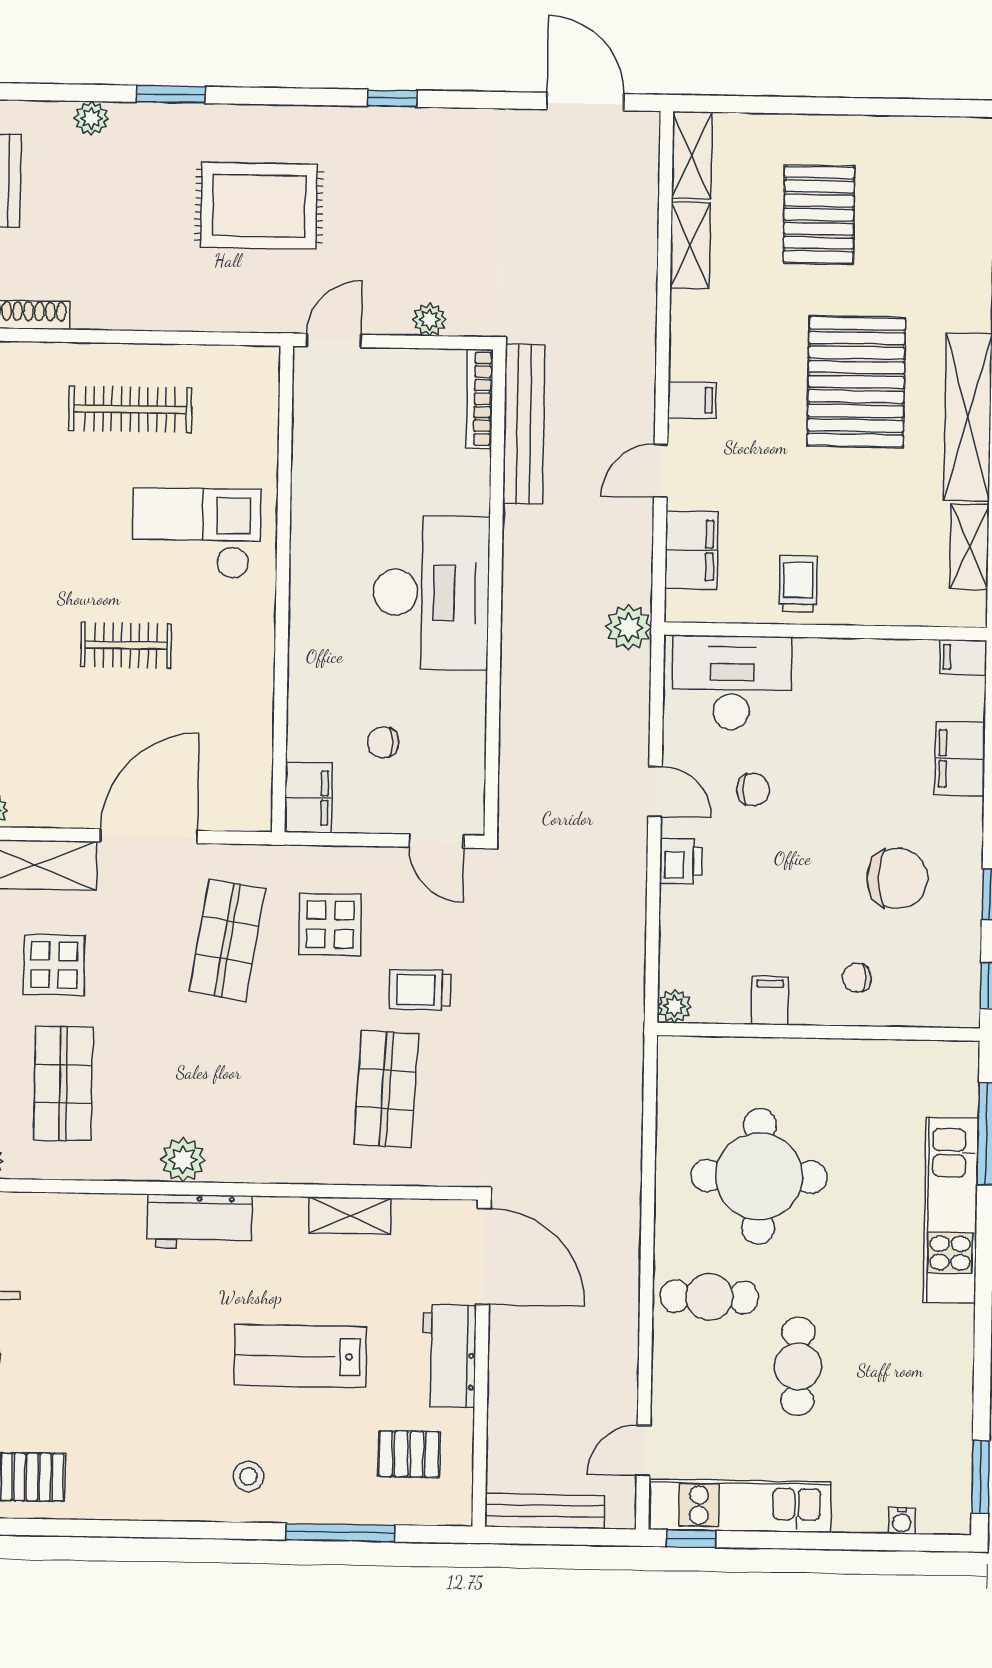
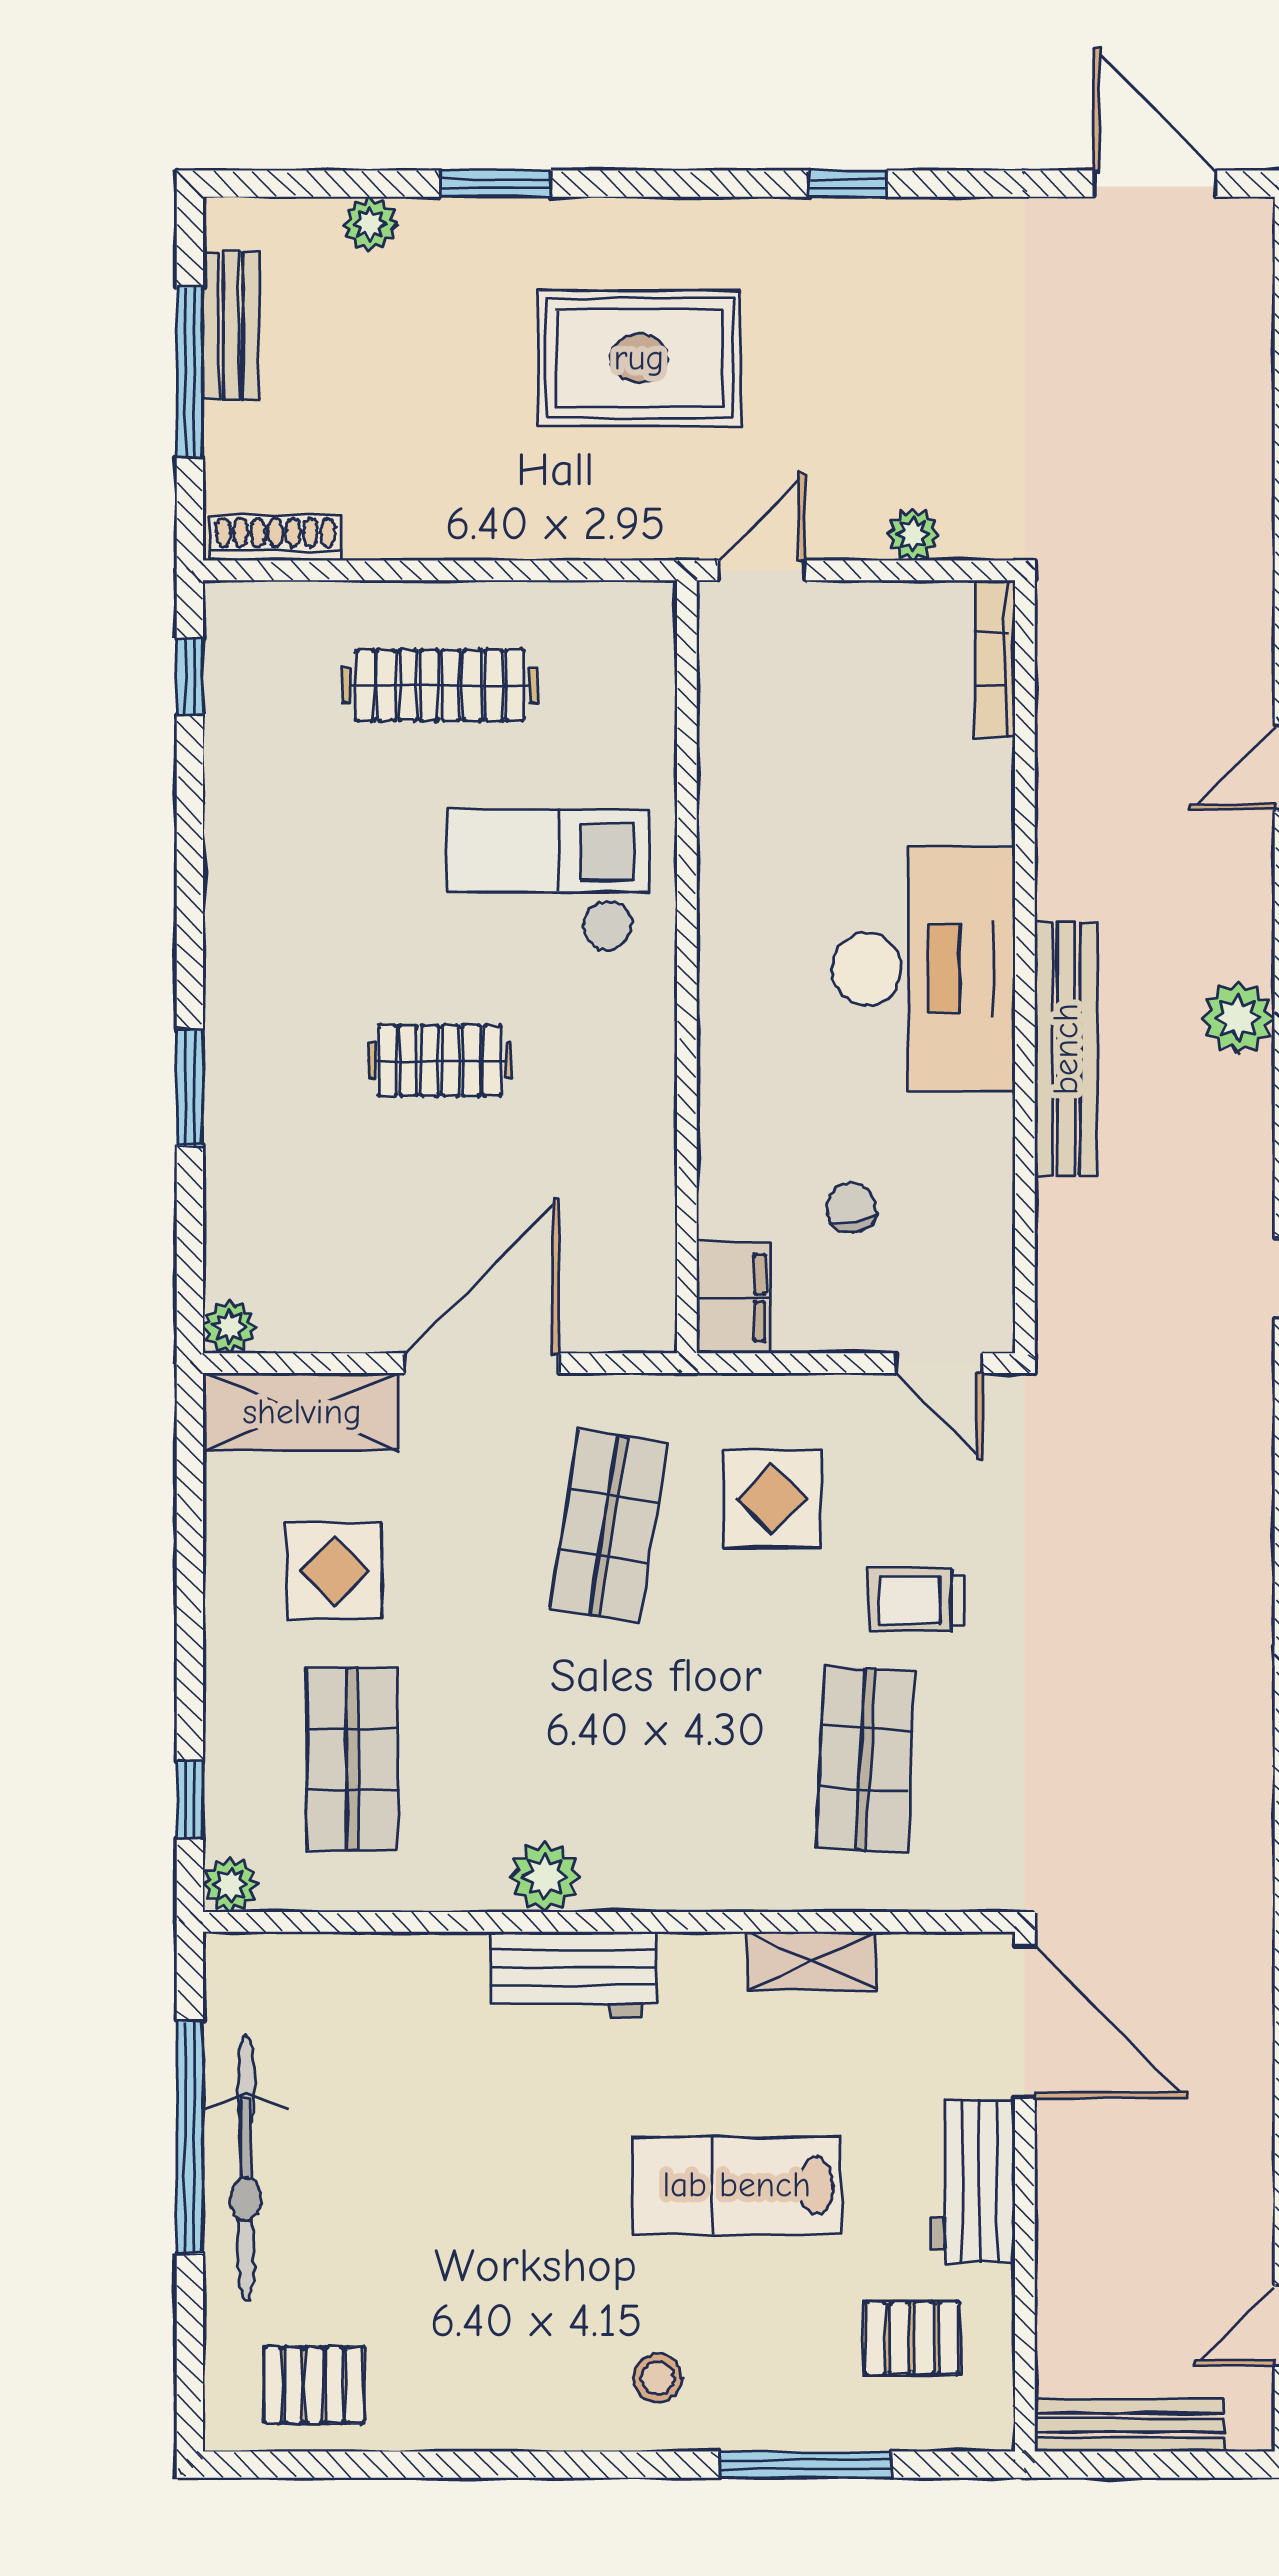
bench: (524, 424) -> (1066, 1049), moved
chair: (383, 742) -> (851, 1208), turned 78

